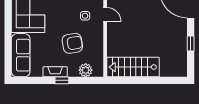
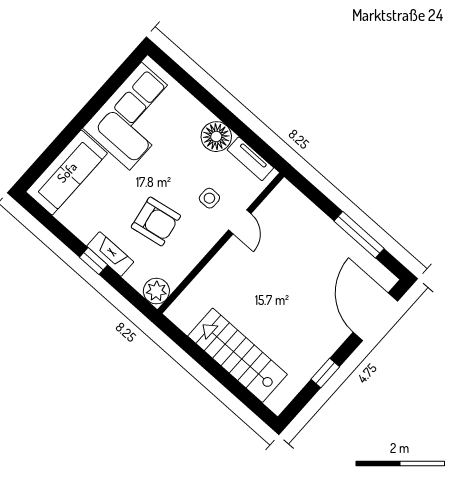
stairs: (133, 67) -> (238, 355), moved
plant: (86, 70) -> (156, 291), moved
fireplace: (55, 72) -> (110, 254), moved

